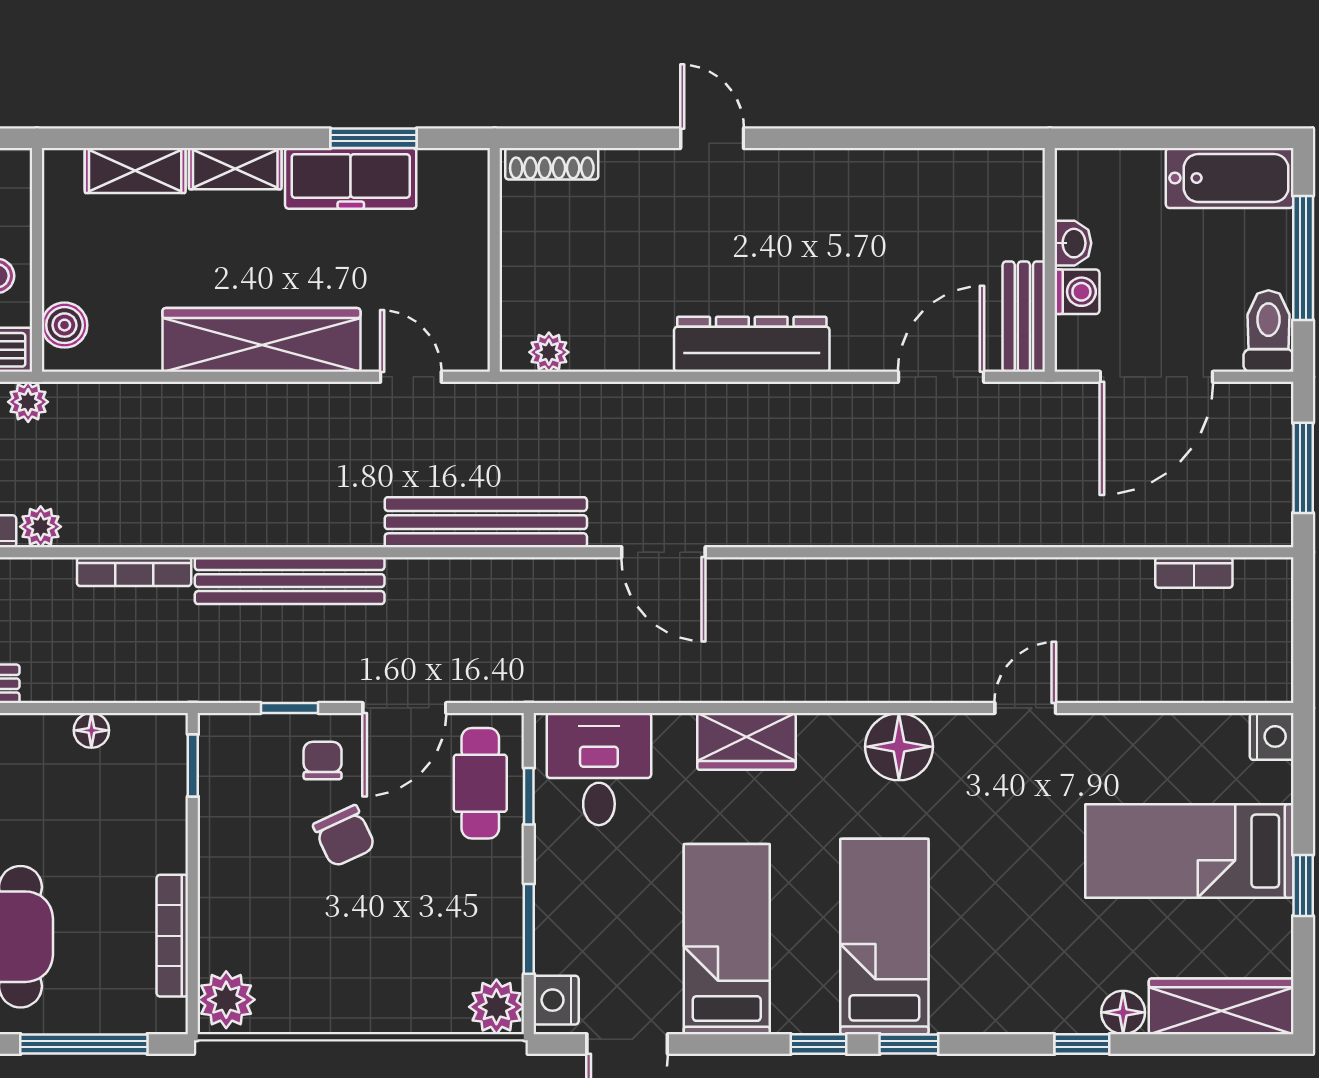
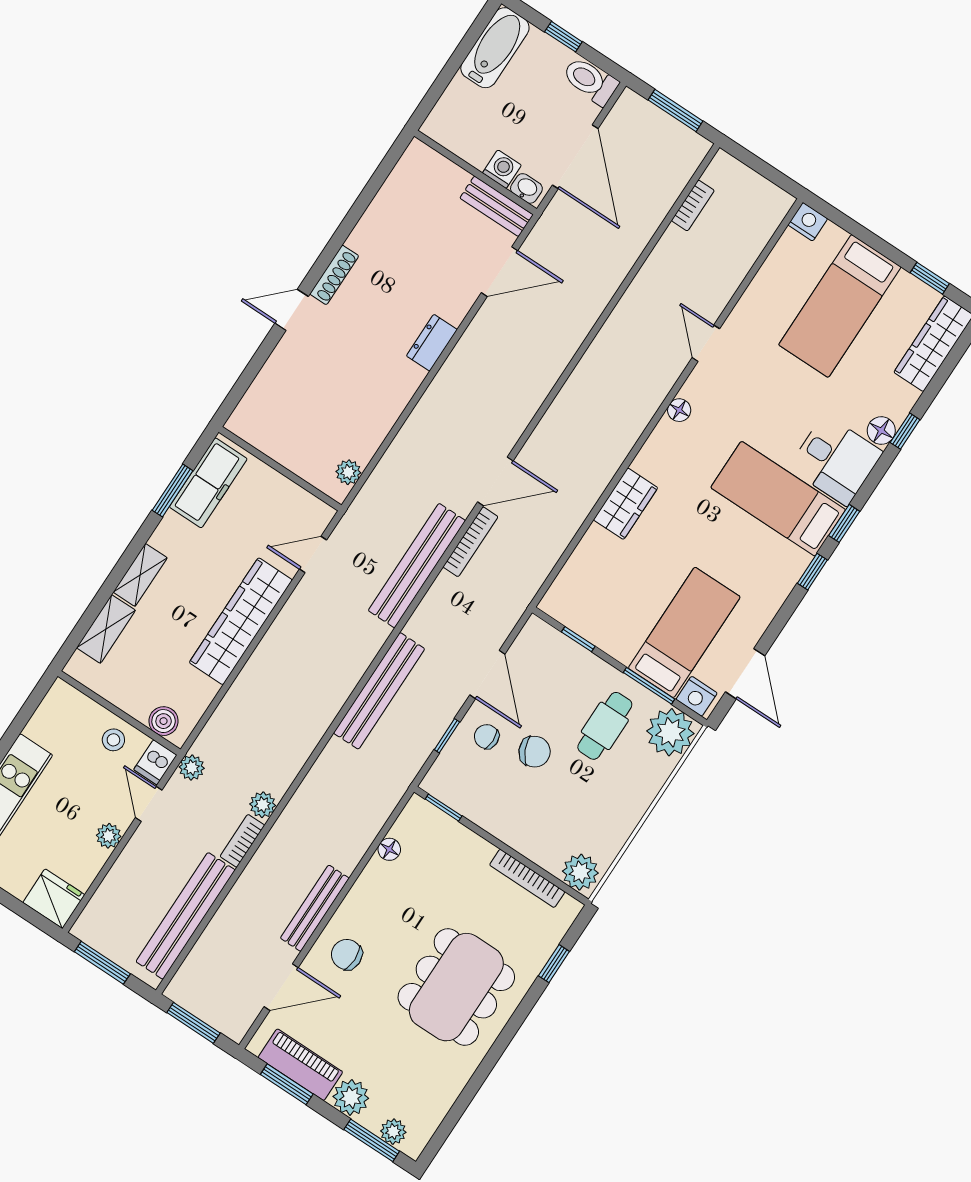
shoe rack: (552, 164) -> (334, 275), moved
freezer: (351, 178) -> (208, 483), moved
washbasin: (1073, 243) -> (526, 188), moved
window: (1303, 258) -> (563, 37), width x0.46
dresser: (752, 344) -> (432, 343), width x0.51, depth x0.80
door: (941, 377) -> (500, 272), swing flipped
bookcase: (134, 572) -> (470, 542), moved
floor lamp: (899, 747) -> (679, 410), width x0.53, depth x0.53
desk: (599, 769) -> (836, 460), moved, turned 180
cafe table: (480, 783) -> (605, 726), moved, turned 90
window: (1303, 885) -> (930, 278), moved
bed: (727, 939) -> (684, 632), moved, turned 90
plant: (496, 1007) -> (670, 732), width x1.36, depth x1.36
floor lamp: (1123, 1012) -> (881, 431), moved
window: (84, 1044) -> (554, 964), width x0.46

